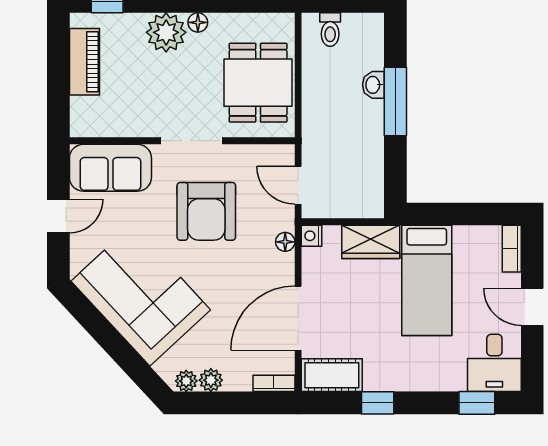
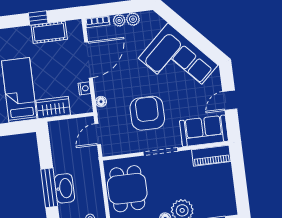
piano: (84, 62) -> (211, 156), moved, turned -90
washbasin: (373, 85) -> (65, 188), width x1.91, depth x1.45
door: (298, 185) -> (98, 134), swing flipped
nightstand: (312, 236) -> (84, 88), moved
cot: (332, 375) -> (49, 32), moved
plant: (186, 381) -> (119, 20), moved

